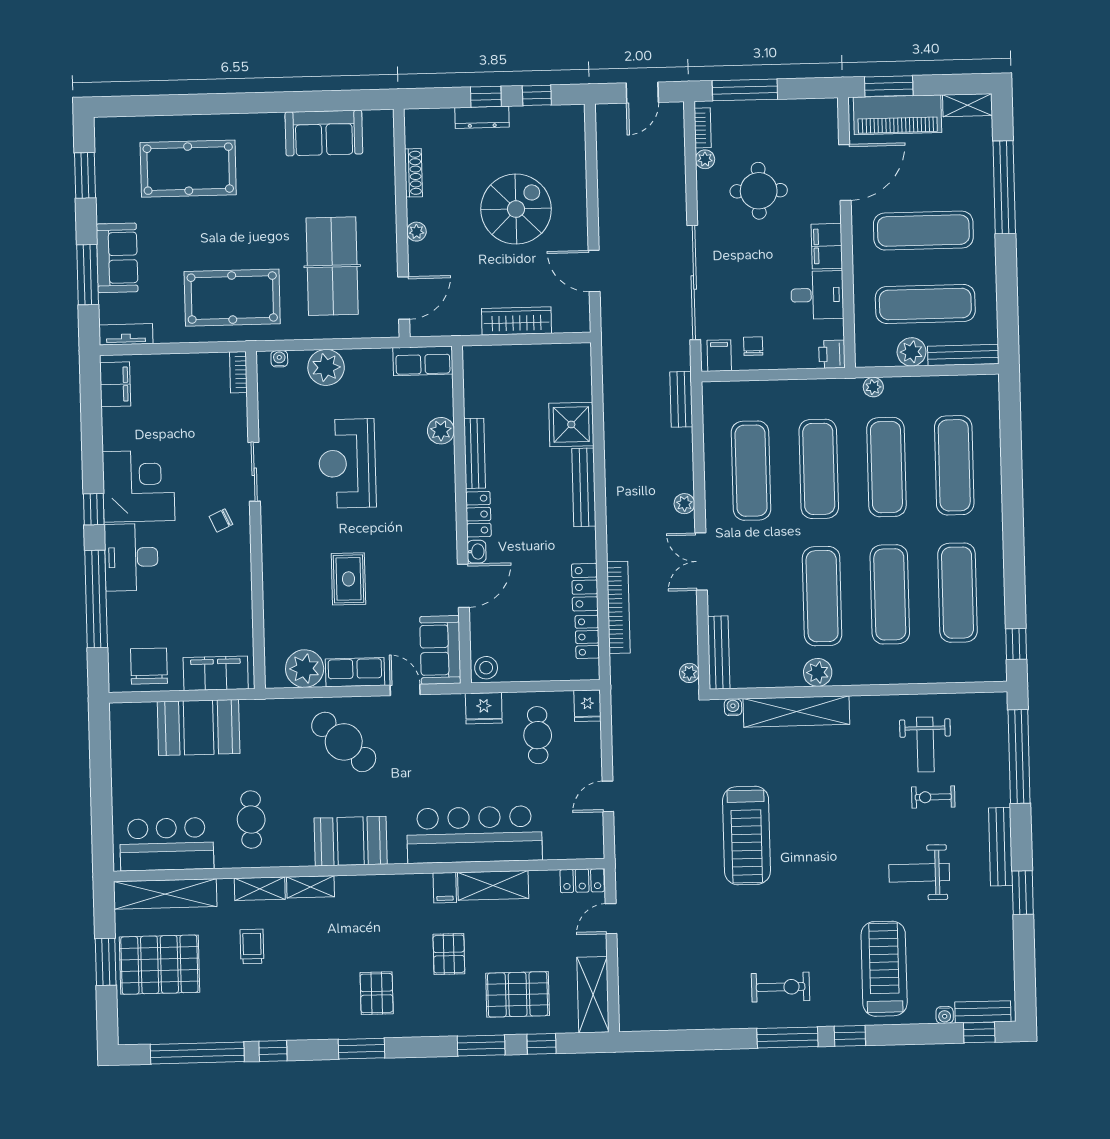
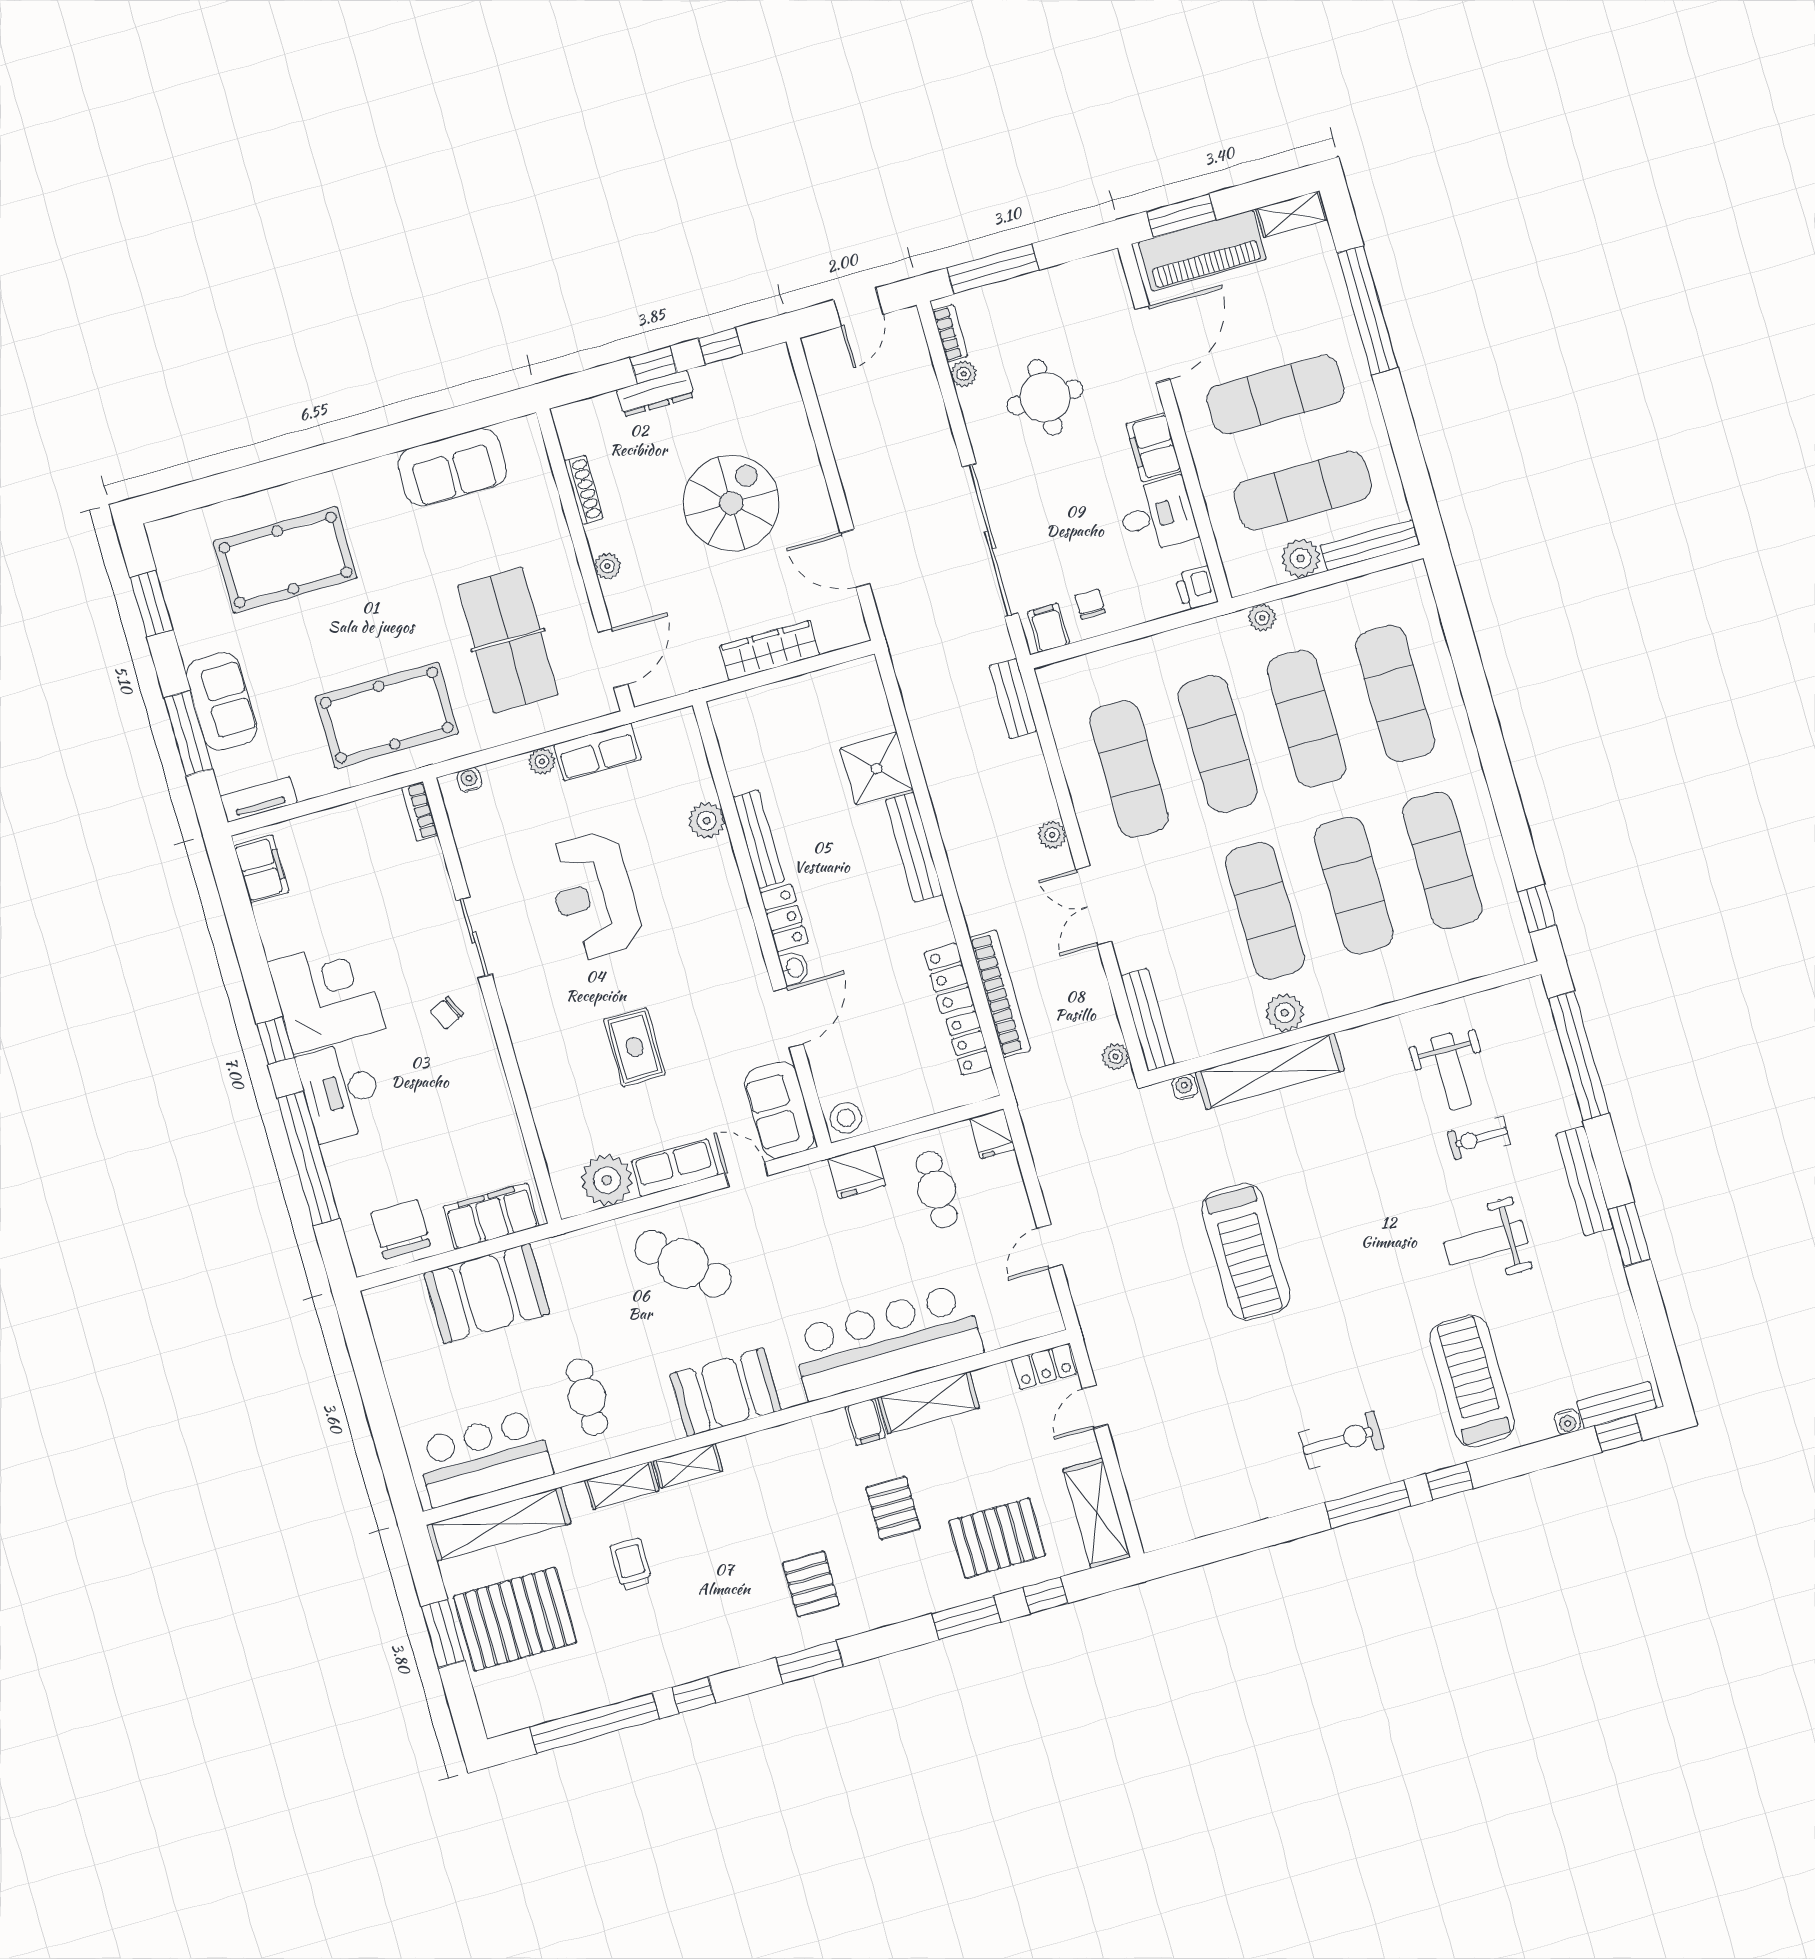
row of seats: (423, 361) -> (597, 752), moved
plant: (326, 367) -> (542, 761), width x0.53, depth x0.53

